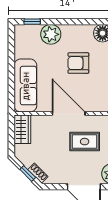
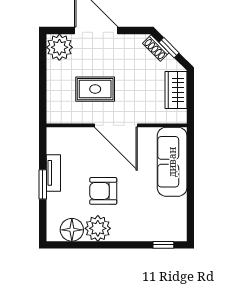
plant: (51, 34) -> (98, 228), moved
armchair: (78, 63) -> (103, 191), turned 180
wardrobe: (22, 129) -> (176, 90), moved

